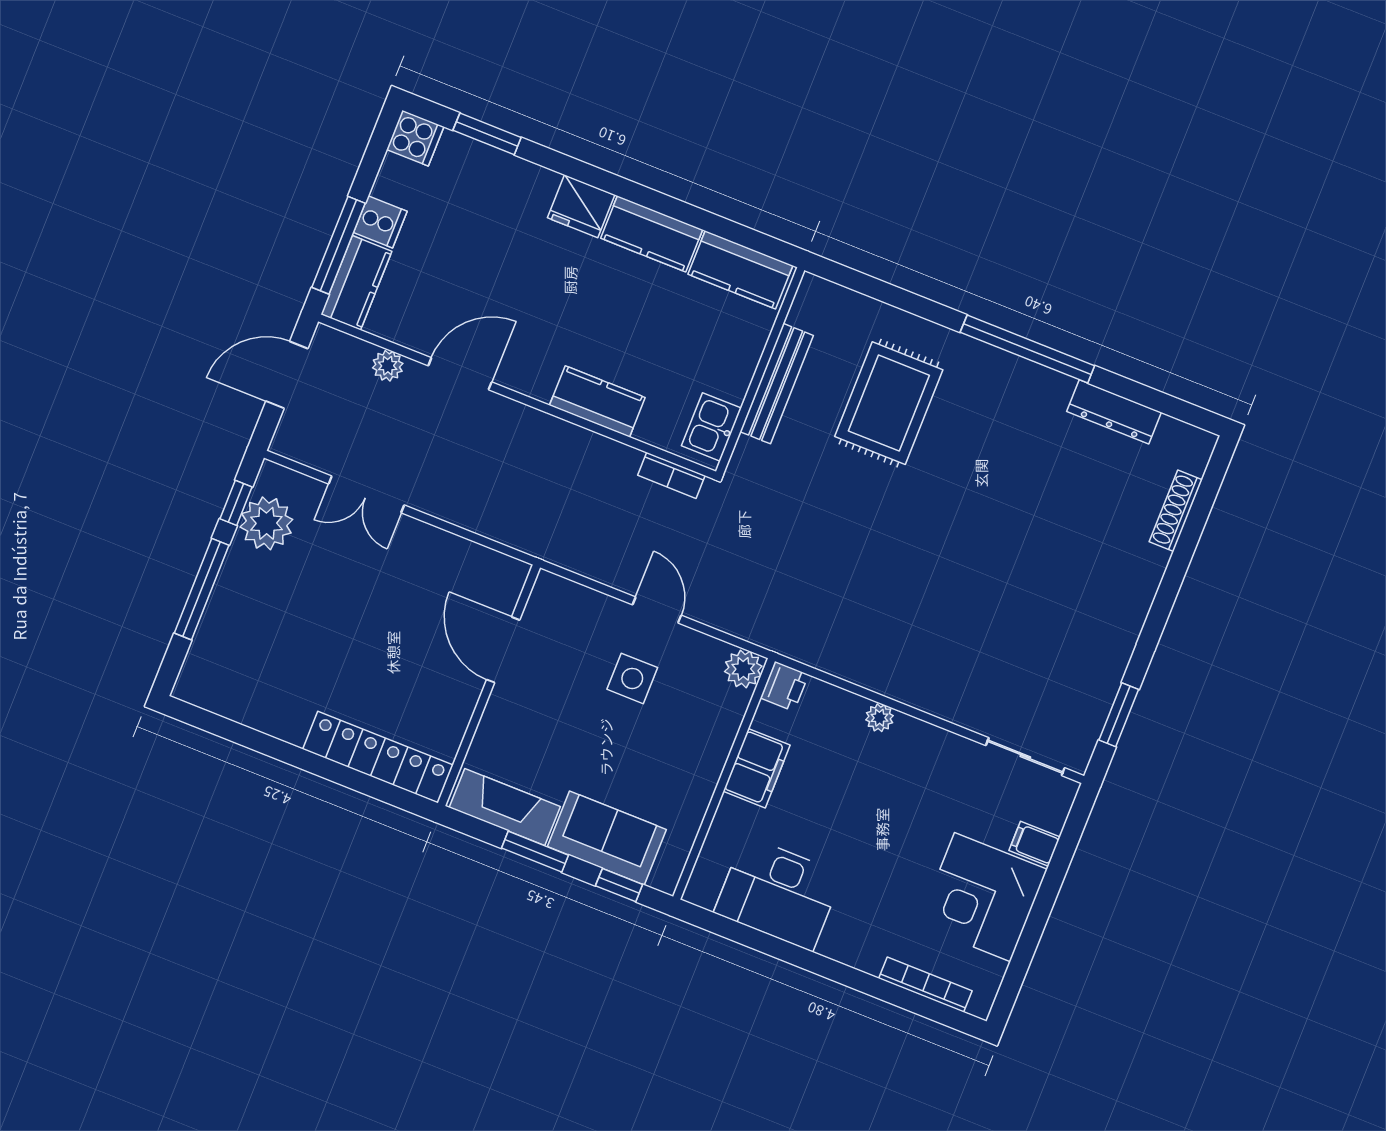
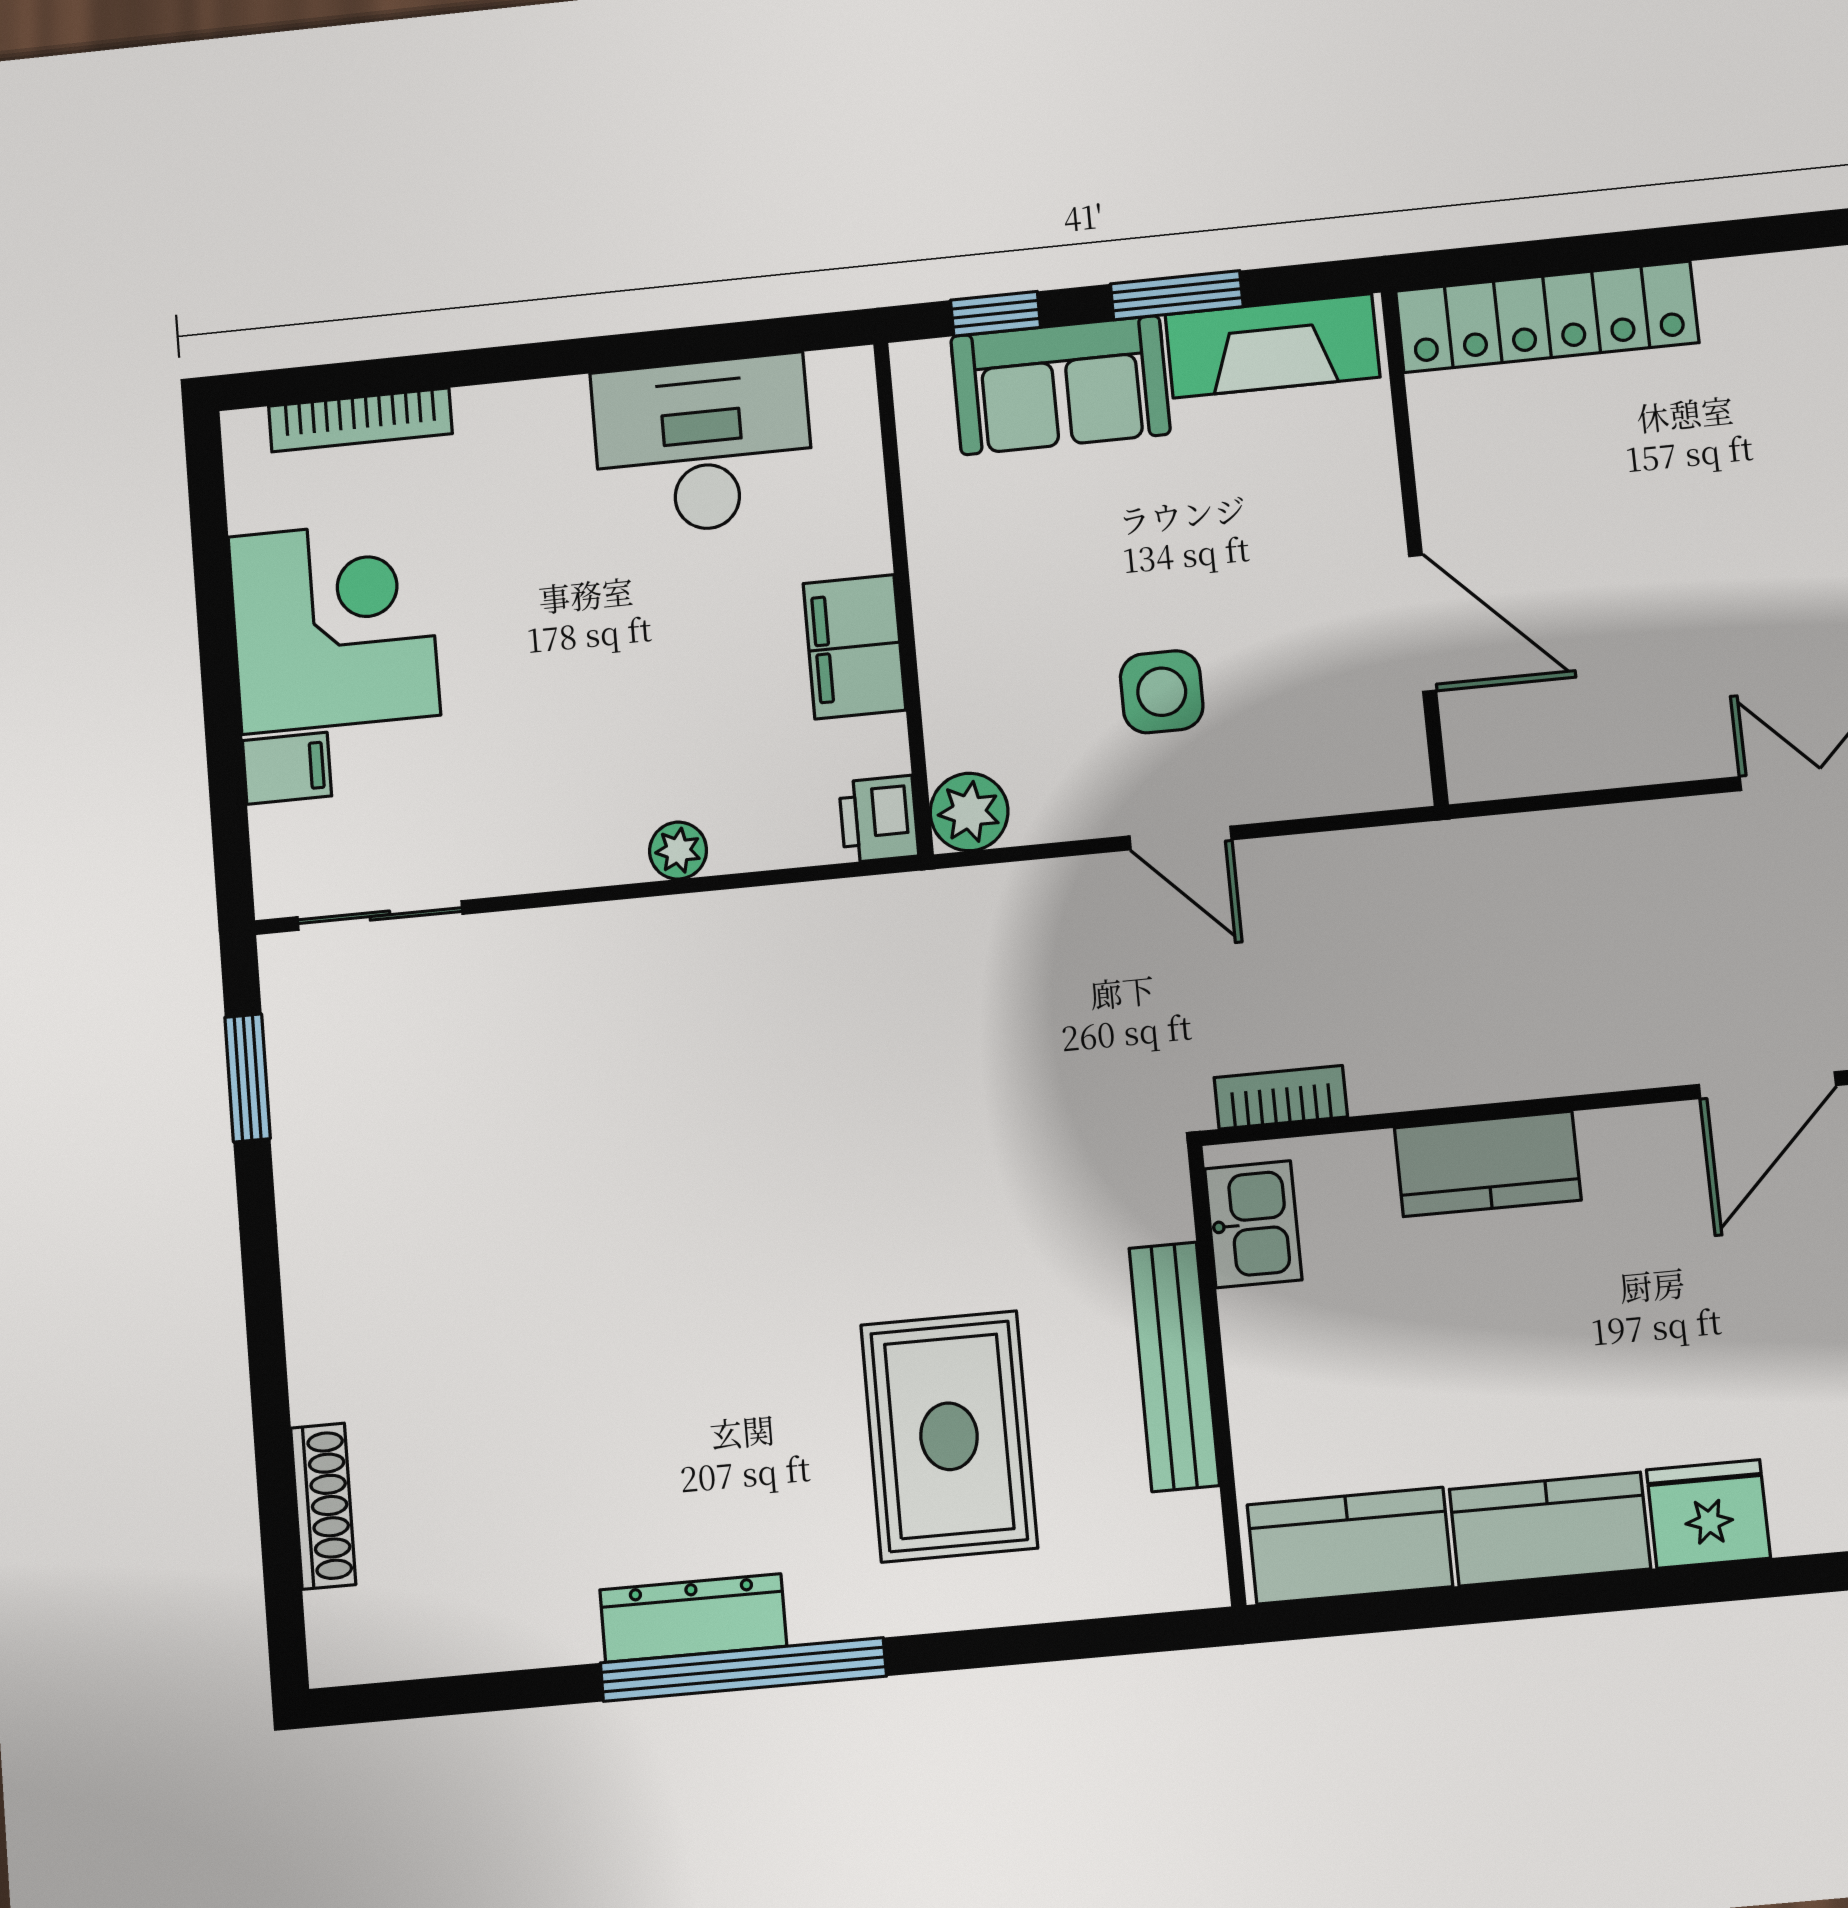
dresser: (1114, 412) -> (693, 1618), moved

